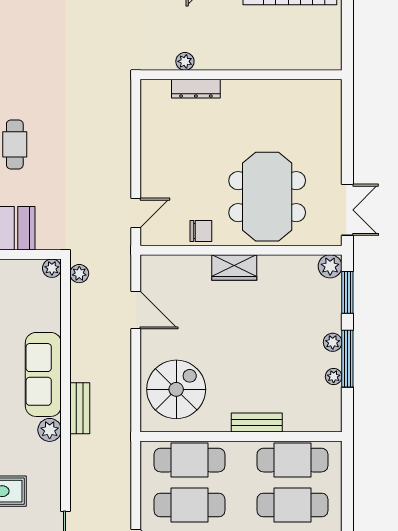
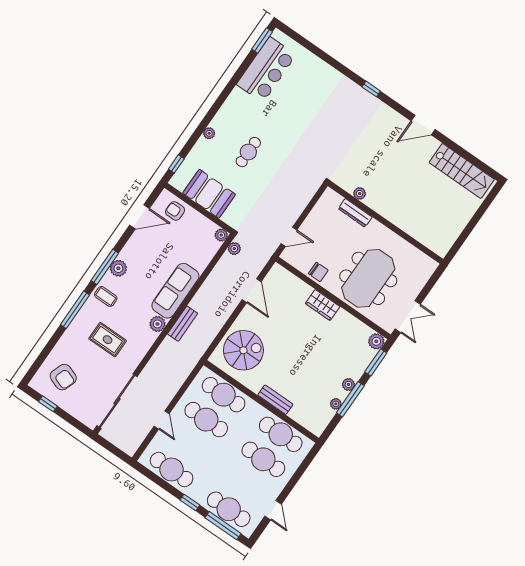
plant: (185, 61) -> (360, 193), moved
wall: (241, 75) -> (386, 223), moved
dresser: (196, 89) -> (355, 213), moved

